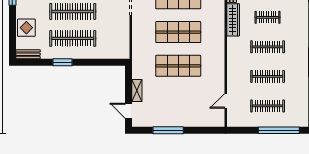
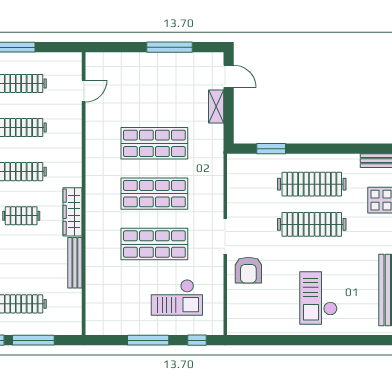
window: (62, 62) -> (271, 149), moved

